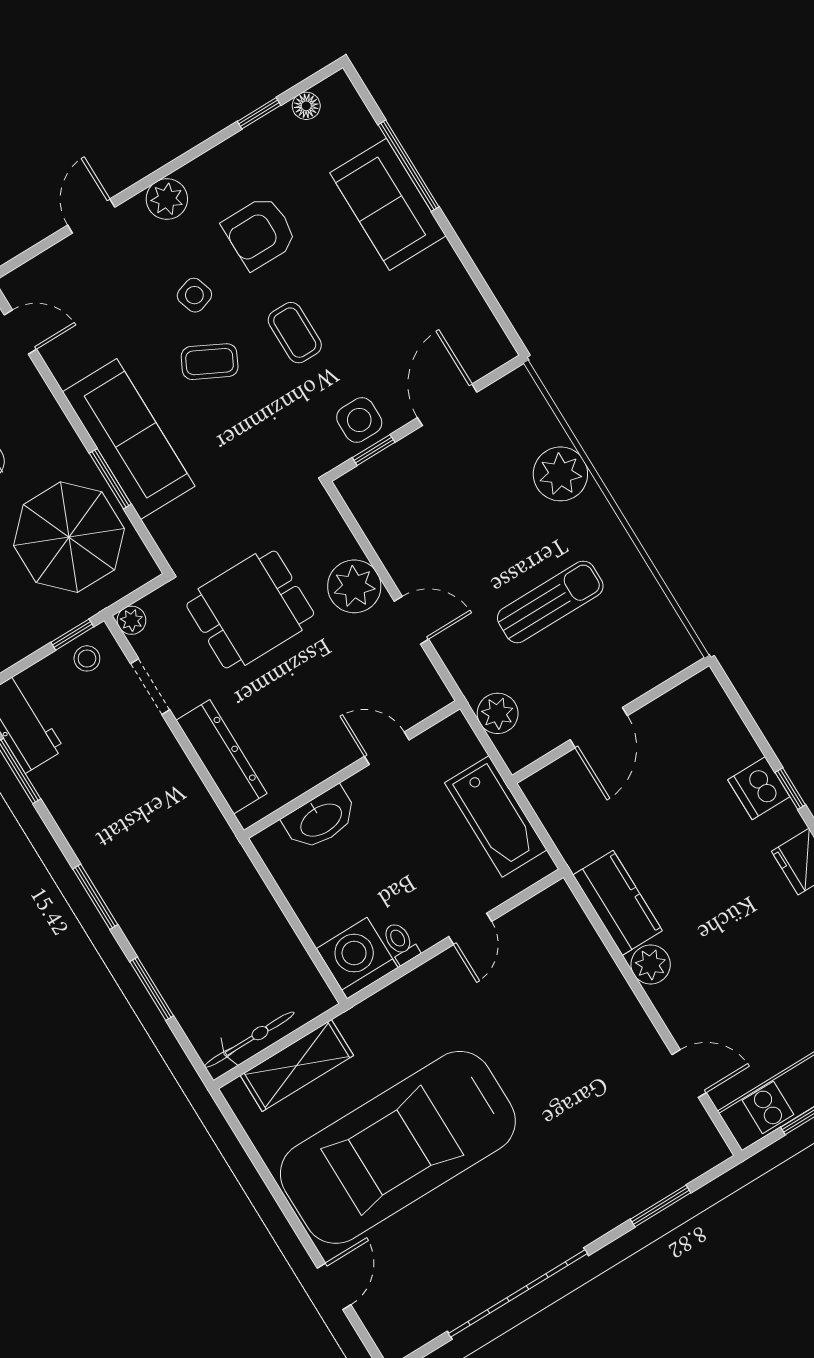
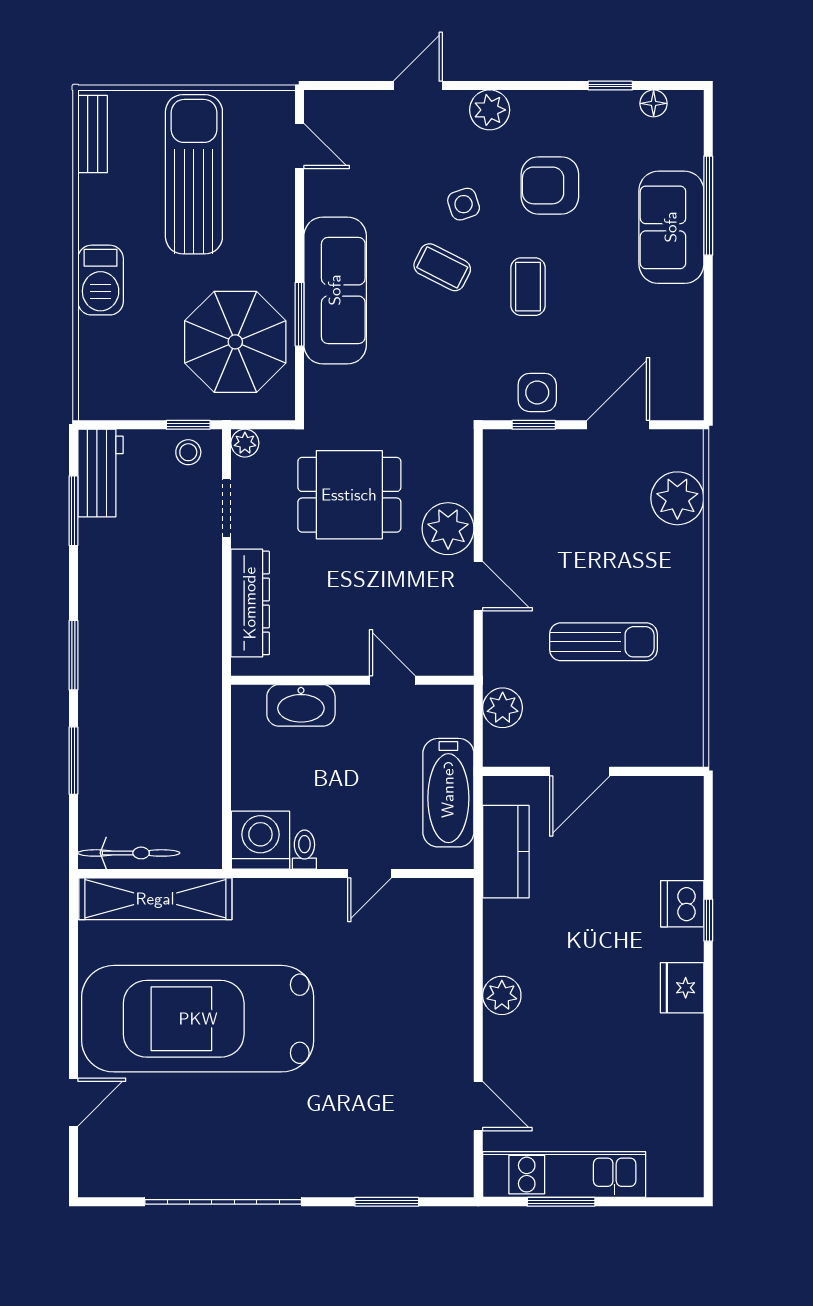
plant: (560, 474) -> (677, 498), moved
kitchen counter: (618, 903) -> (506, 852), moved
shelving: (297, 1065) -> (155, 899), width x1.47

